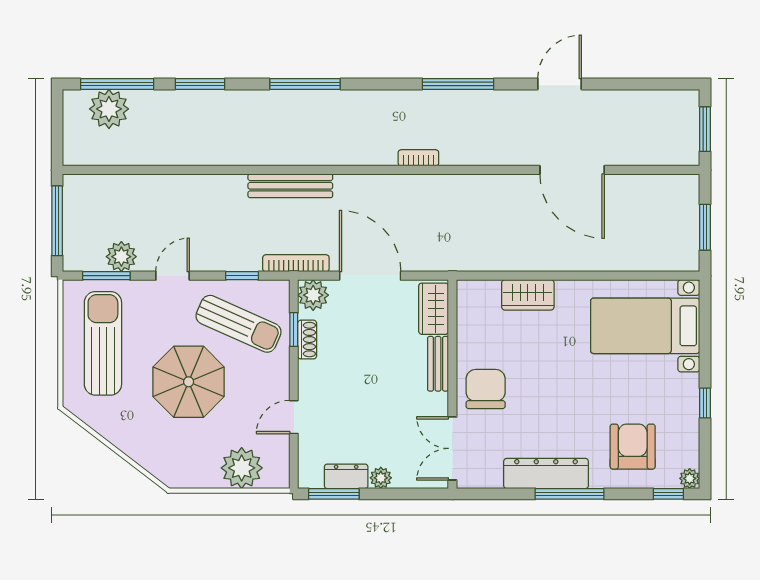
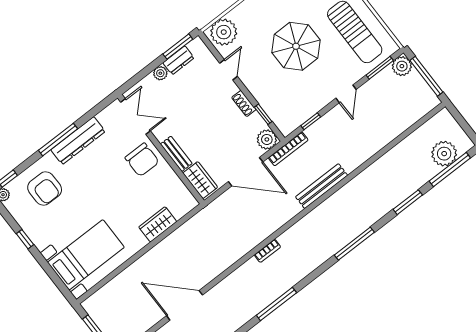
plant: (121, 257) -> (402, 66), moved
sun lounger: (239, 324) -> (293, 95), removed
shoe rack: (307, 340) -> (244, 103), moved
plant: (242, 468) -> (224, 32), moved

